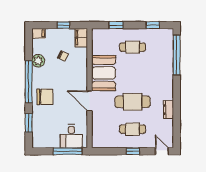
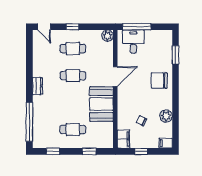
window: (29, 82) -> (176, 95), removed
door: (90, 101) -> (115, 77), hinge flipped
cafe table: (133, 102) -> (73, 76), width x0.73, depth x0.74
dresser: (168, 110) -> (38, 86), moved
plant: (98, 142) -> (107, 36), added

